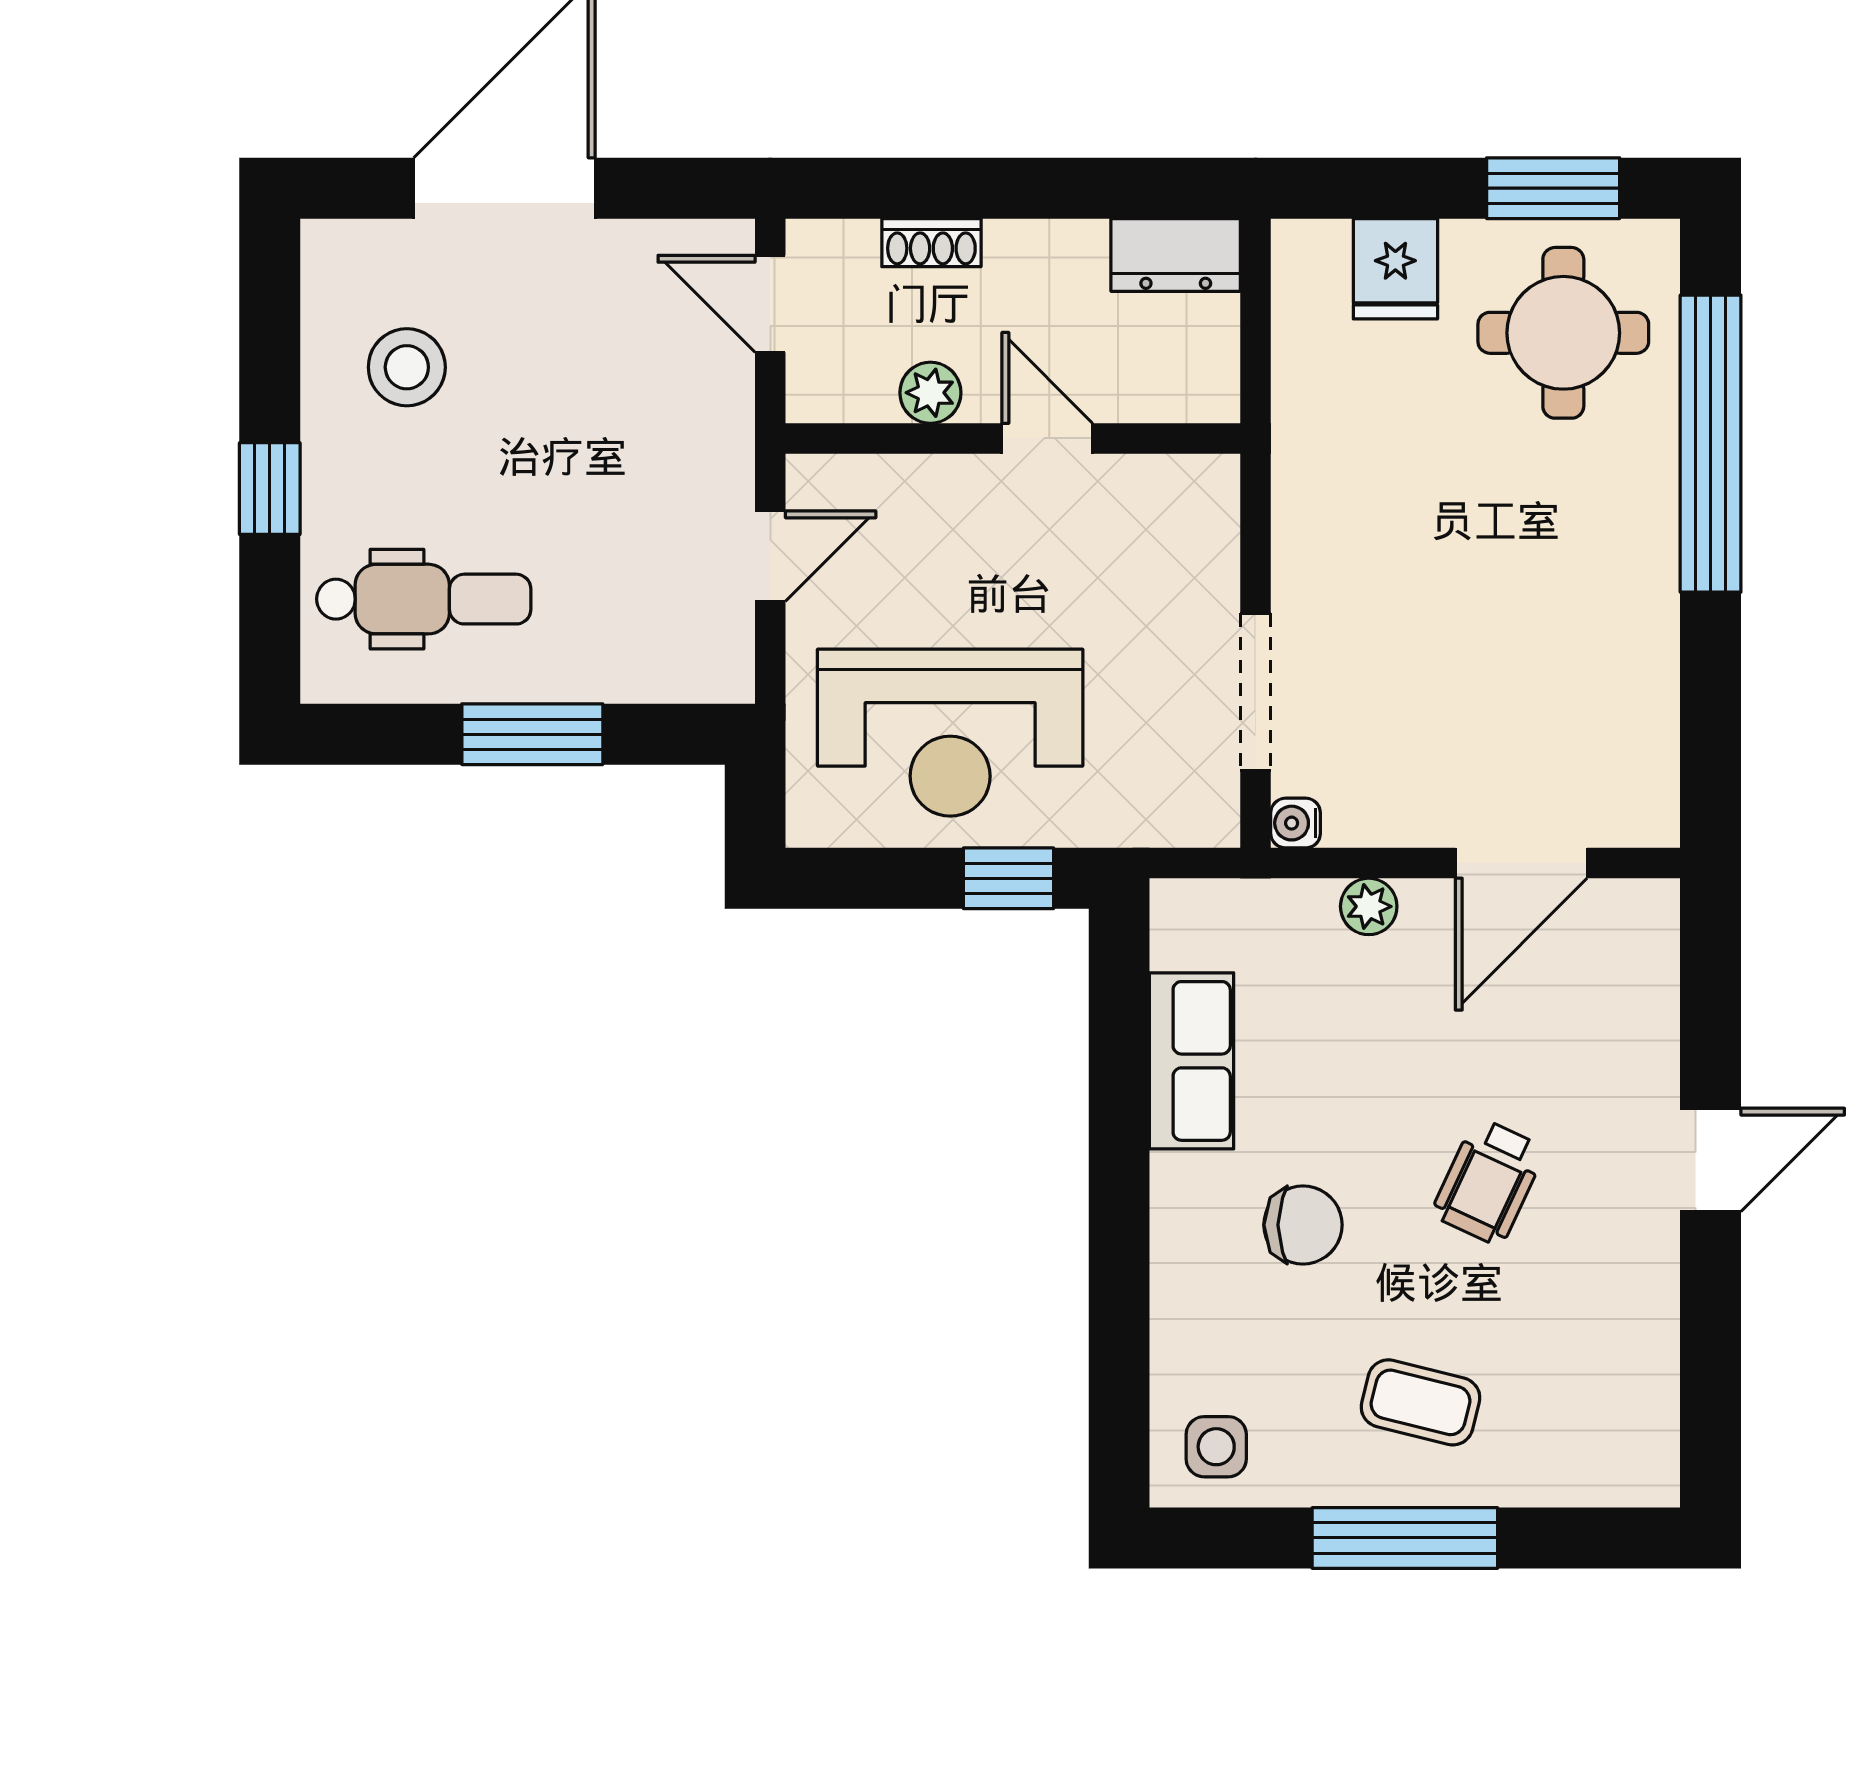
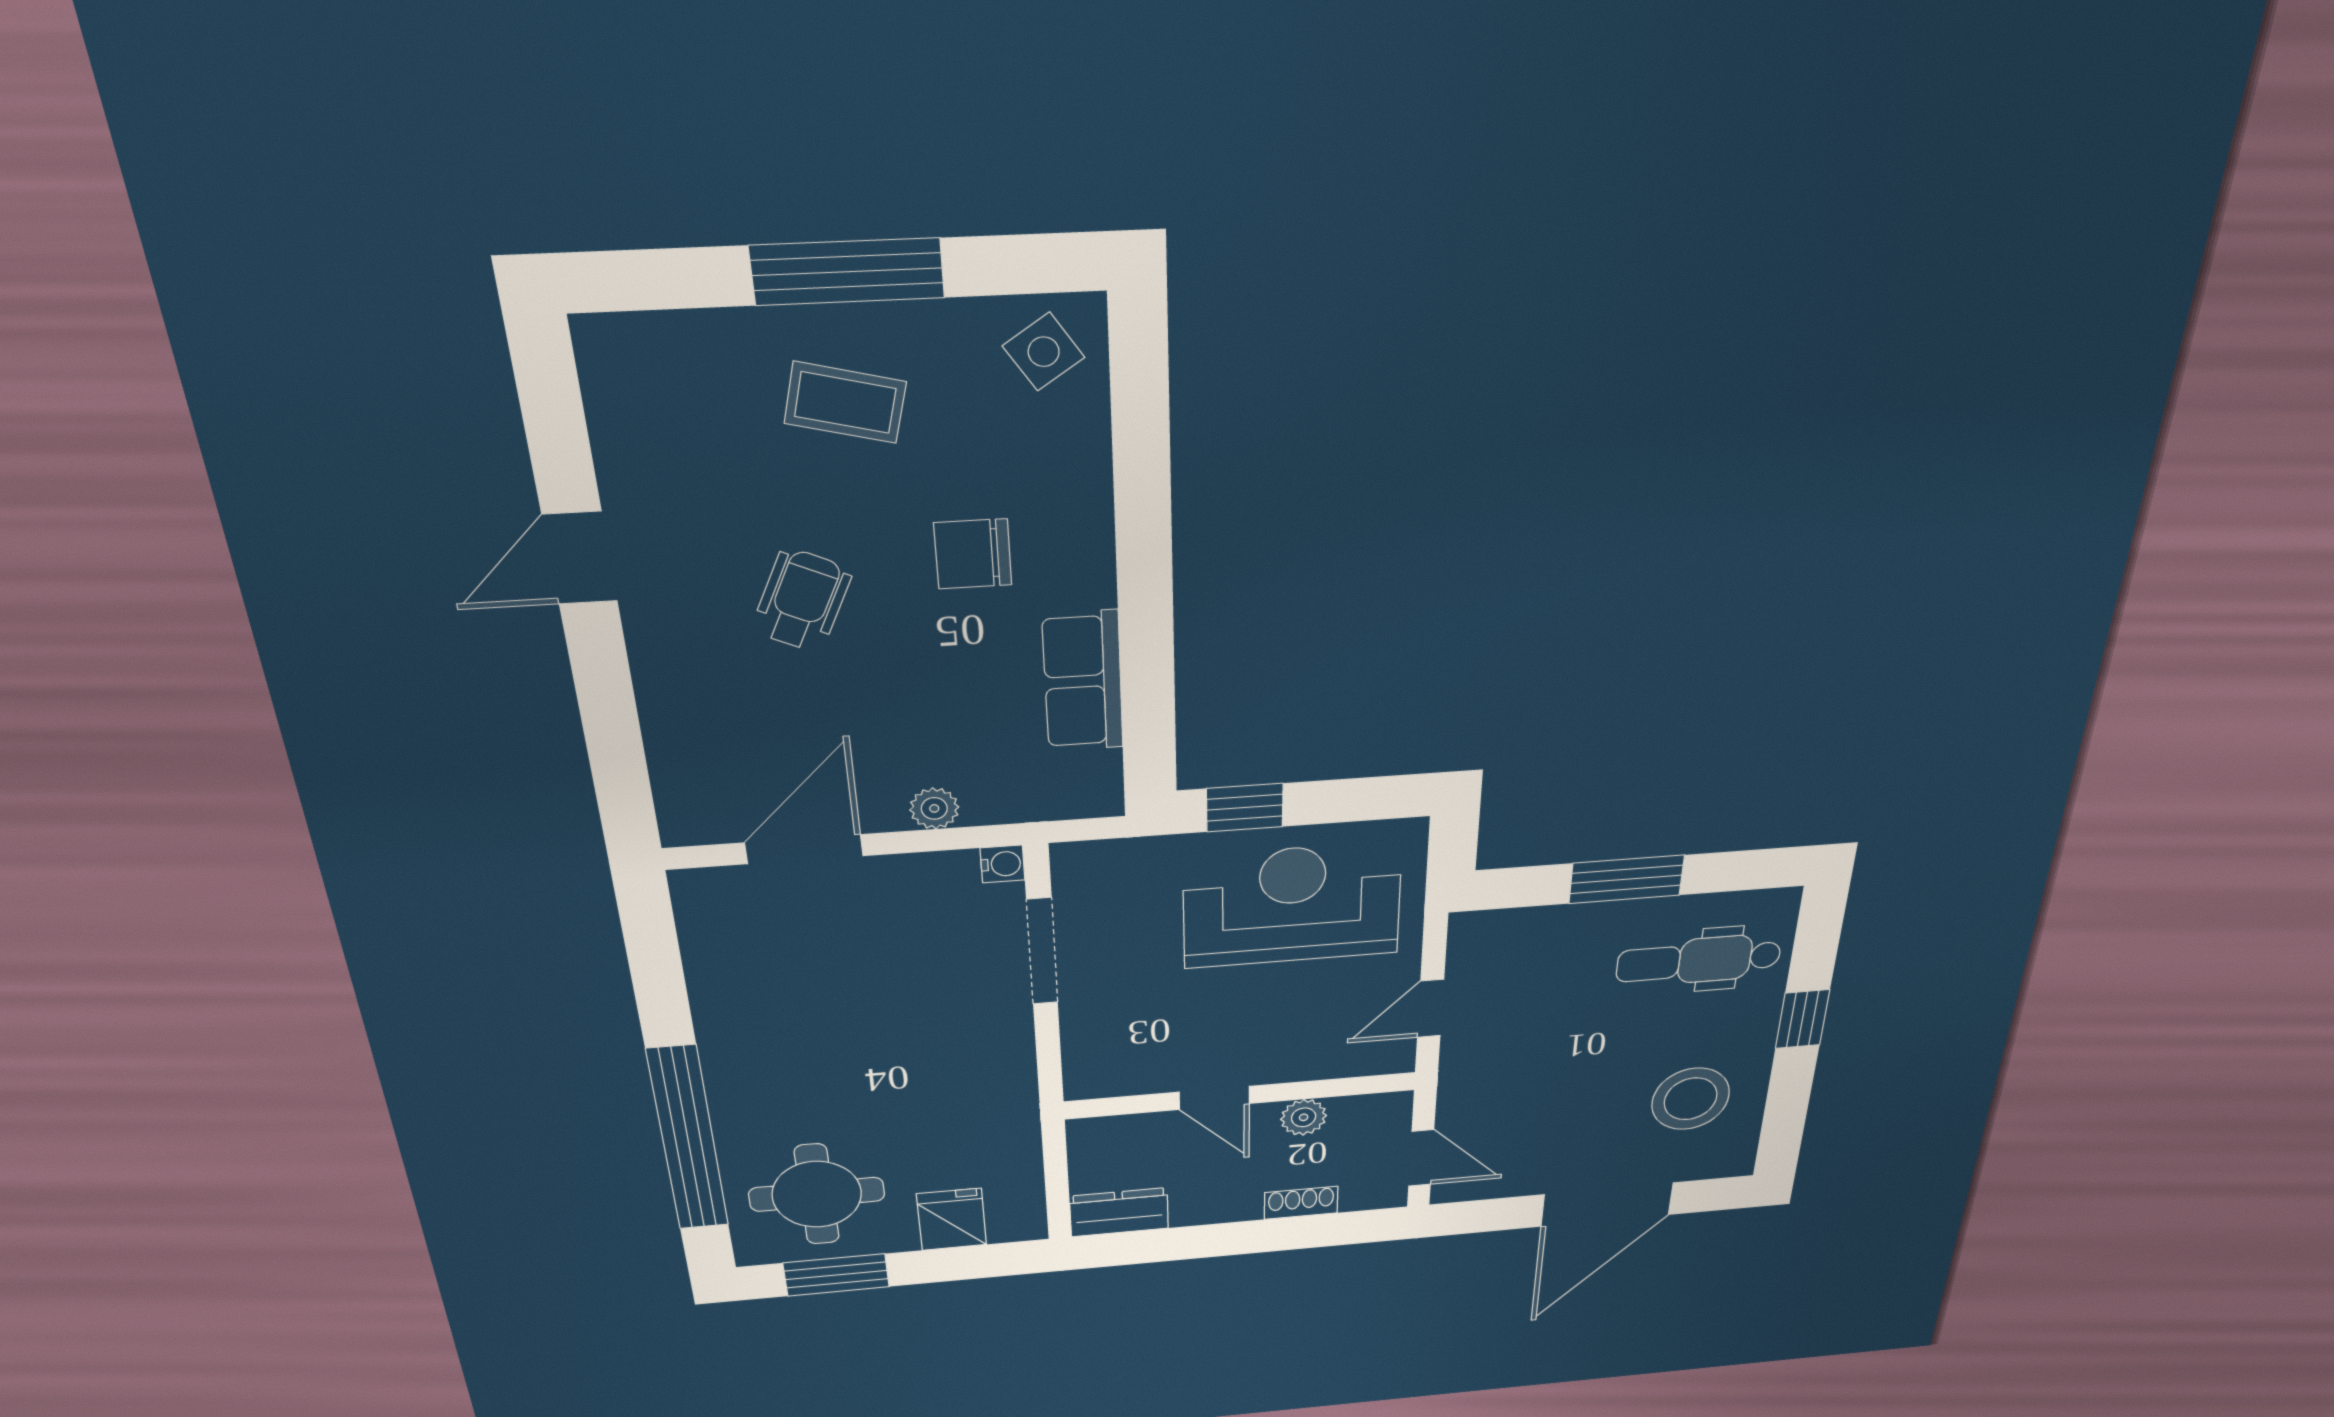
stool: (407, 367) -> (1691, 1099), width x1.38, depth x1.38
door: (1711, 1160) -> (580, 558), moved
side table: (1216, 1447) -> (1044, 352), turned -34

